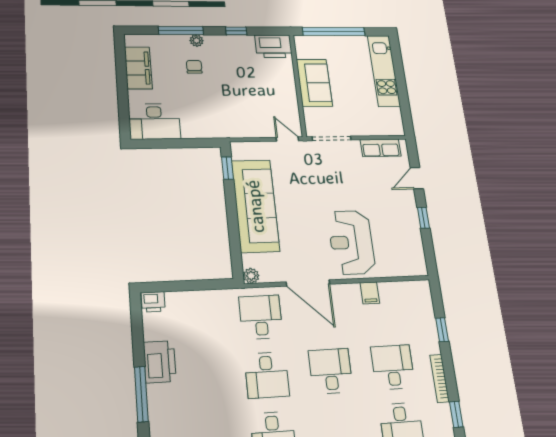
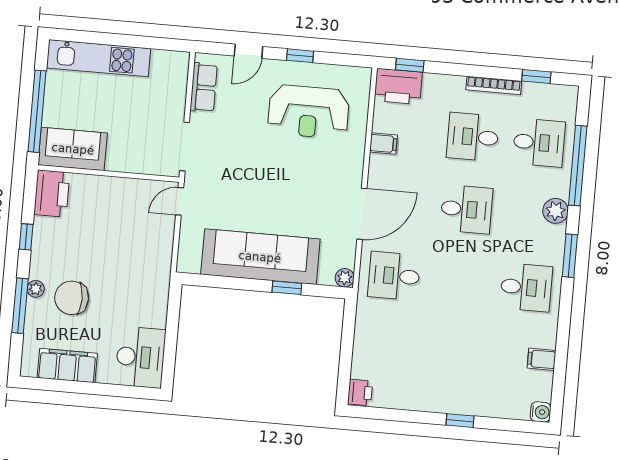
chair: (194, 67) -> (72, 298), width x1.87, depth x1.87
sofa: (314, 83) -> (73, 149), moved
window: (227, 168) -> (287, 288), moved
door: (417, 178) -> (248, 51), hinge flipped
reception desk: (351, 242) -> (309, 112), moved
window: (442, 330) -> (410, 65), moved
printer: (160, 362) -> (398, 86), moved, turned 180
desk: (331, 371) -> (466, 209), turned 180
desk: (267, 375) -> (460, 282), removed
window: (141, 394) -> (460, 421), width x0.46

